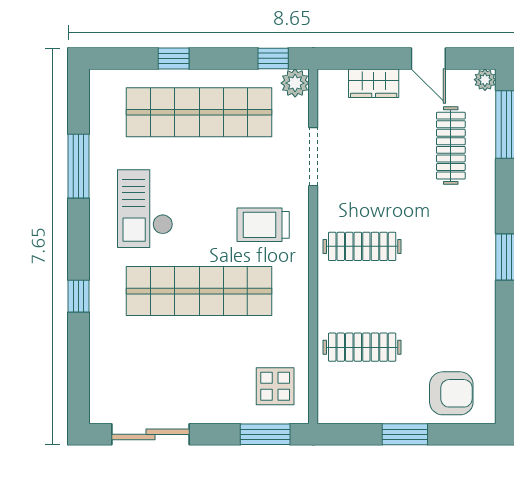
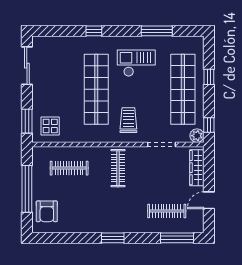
plant: (485, 80) -> (199, 228), removed
wardrobe: (374, 83) -> (197, 168), width x1.50
clothes rail: (362, 347) -> (69, 168), turned 90
window: (405, 434) -> (27, 189), width x2.11

